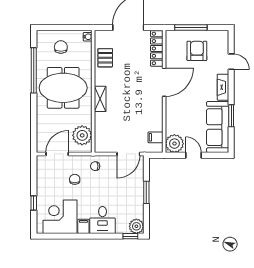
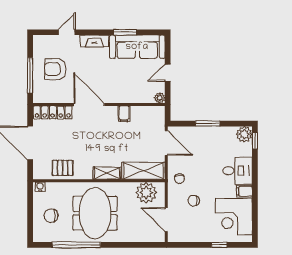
shelving: (102, 133) -> (143, 171), added
filing cabinet: (155, 137) -> (124, 114), moved
plant: (174, 144) -> (160, 98), width x0.53, depth x0.53

